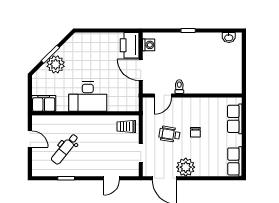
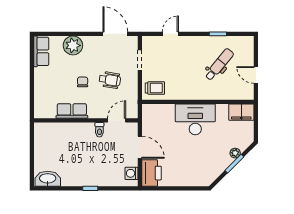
washbasin: (229, 37) -> (48, 179), width x1.91, depth x1.45
plant: (56, 64) -> (235, 153), width x0.53, depth x0.53
row of seats: (235, 119) -> (72, 111), moved, turned -90
plant: (186, 167) -> (73, 45), moved

